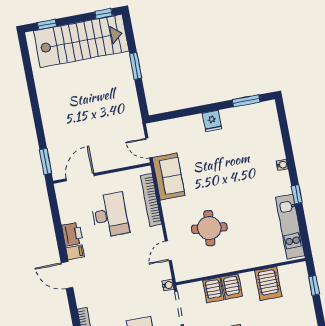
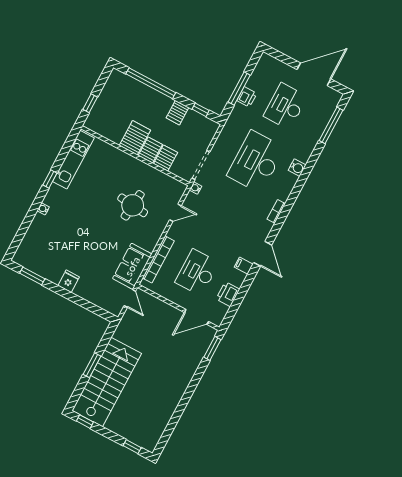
stairs: (81, 41) -> (107, 382), moved, turned 90
printer: (72, 234) -> (228, 294), moved
server rack: (268, 284) -> (135, 138), moved

